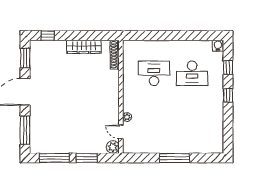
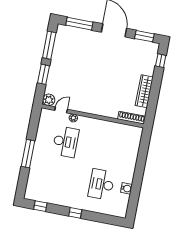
water cooler: (218, 46) -> (126, 188), moved
window: (228, 68) -> (40, 206), moved
desk: (154, 73) -> (66, 142), moved

